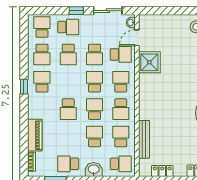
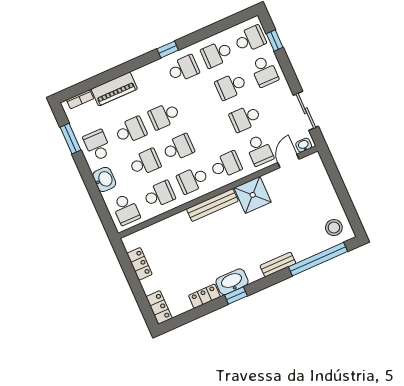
window: (76, 11) -> (275, 40), moved
door: (137, 38) -> (288, 161), hinge flipped
shower: (149, 62) -> (253, 195), moved
school desk: (94, 82) -> (131, 130), moved
bench: (144, 139) -> (212, 205), moved

